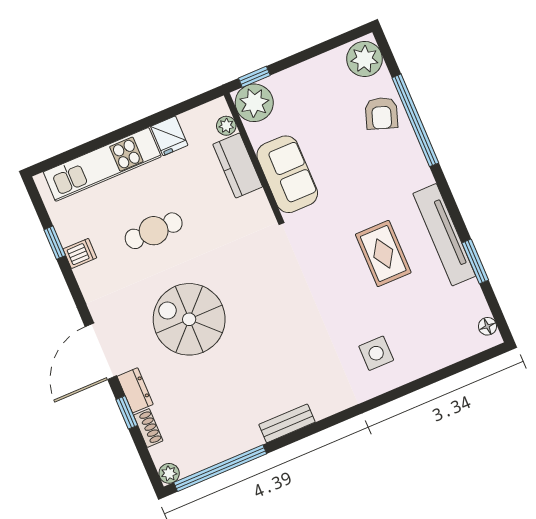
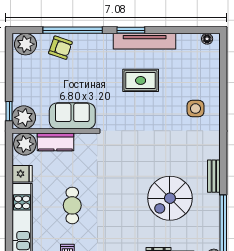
plant: (226, 126) -> (25, 144), width x1.88, depth x1.88
window: (475, 261) -> (131, 30), moved
spiral stairs: (189, 319) -> (170, 198), moved

